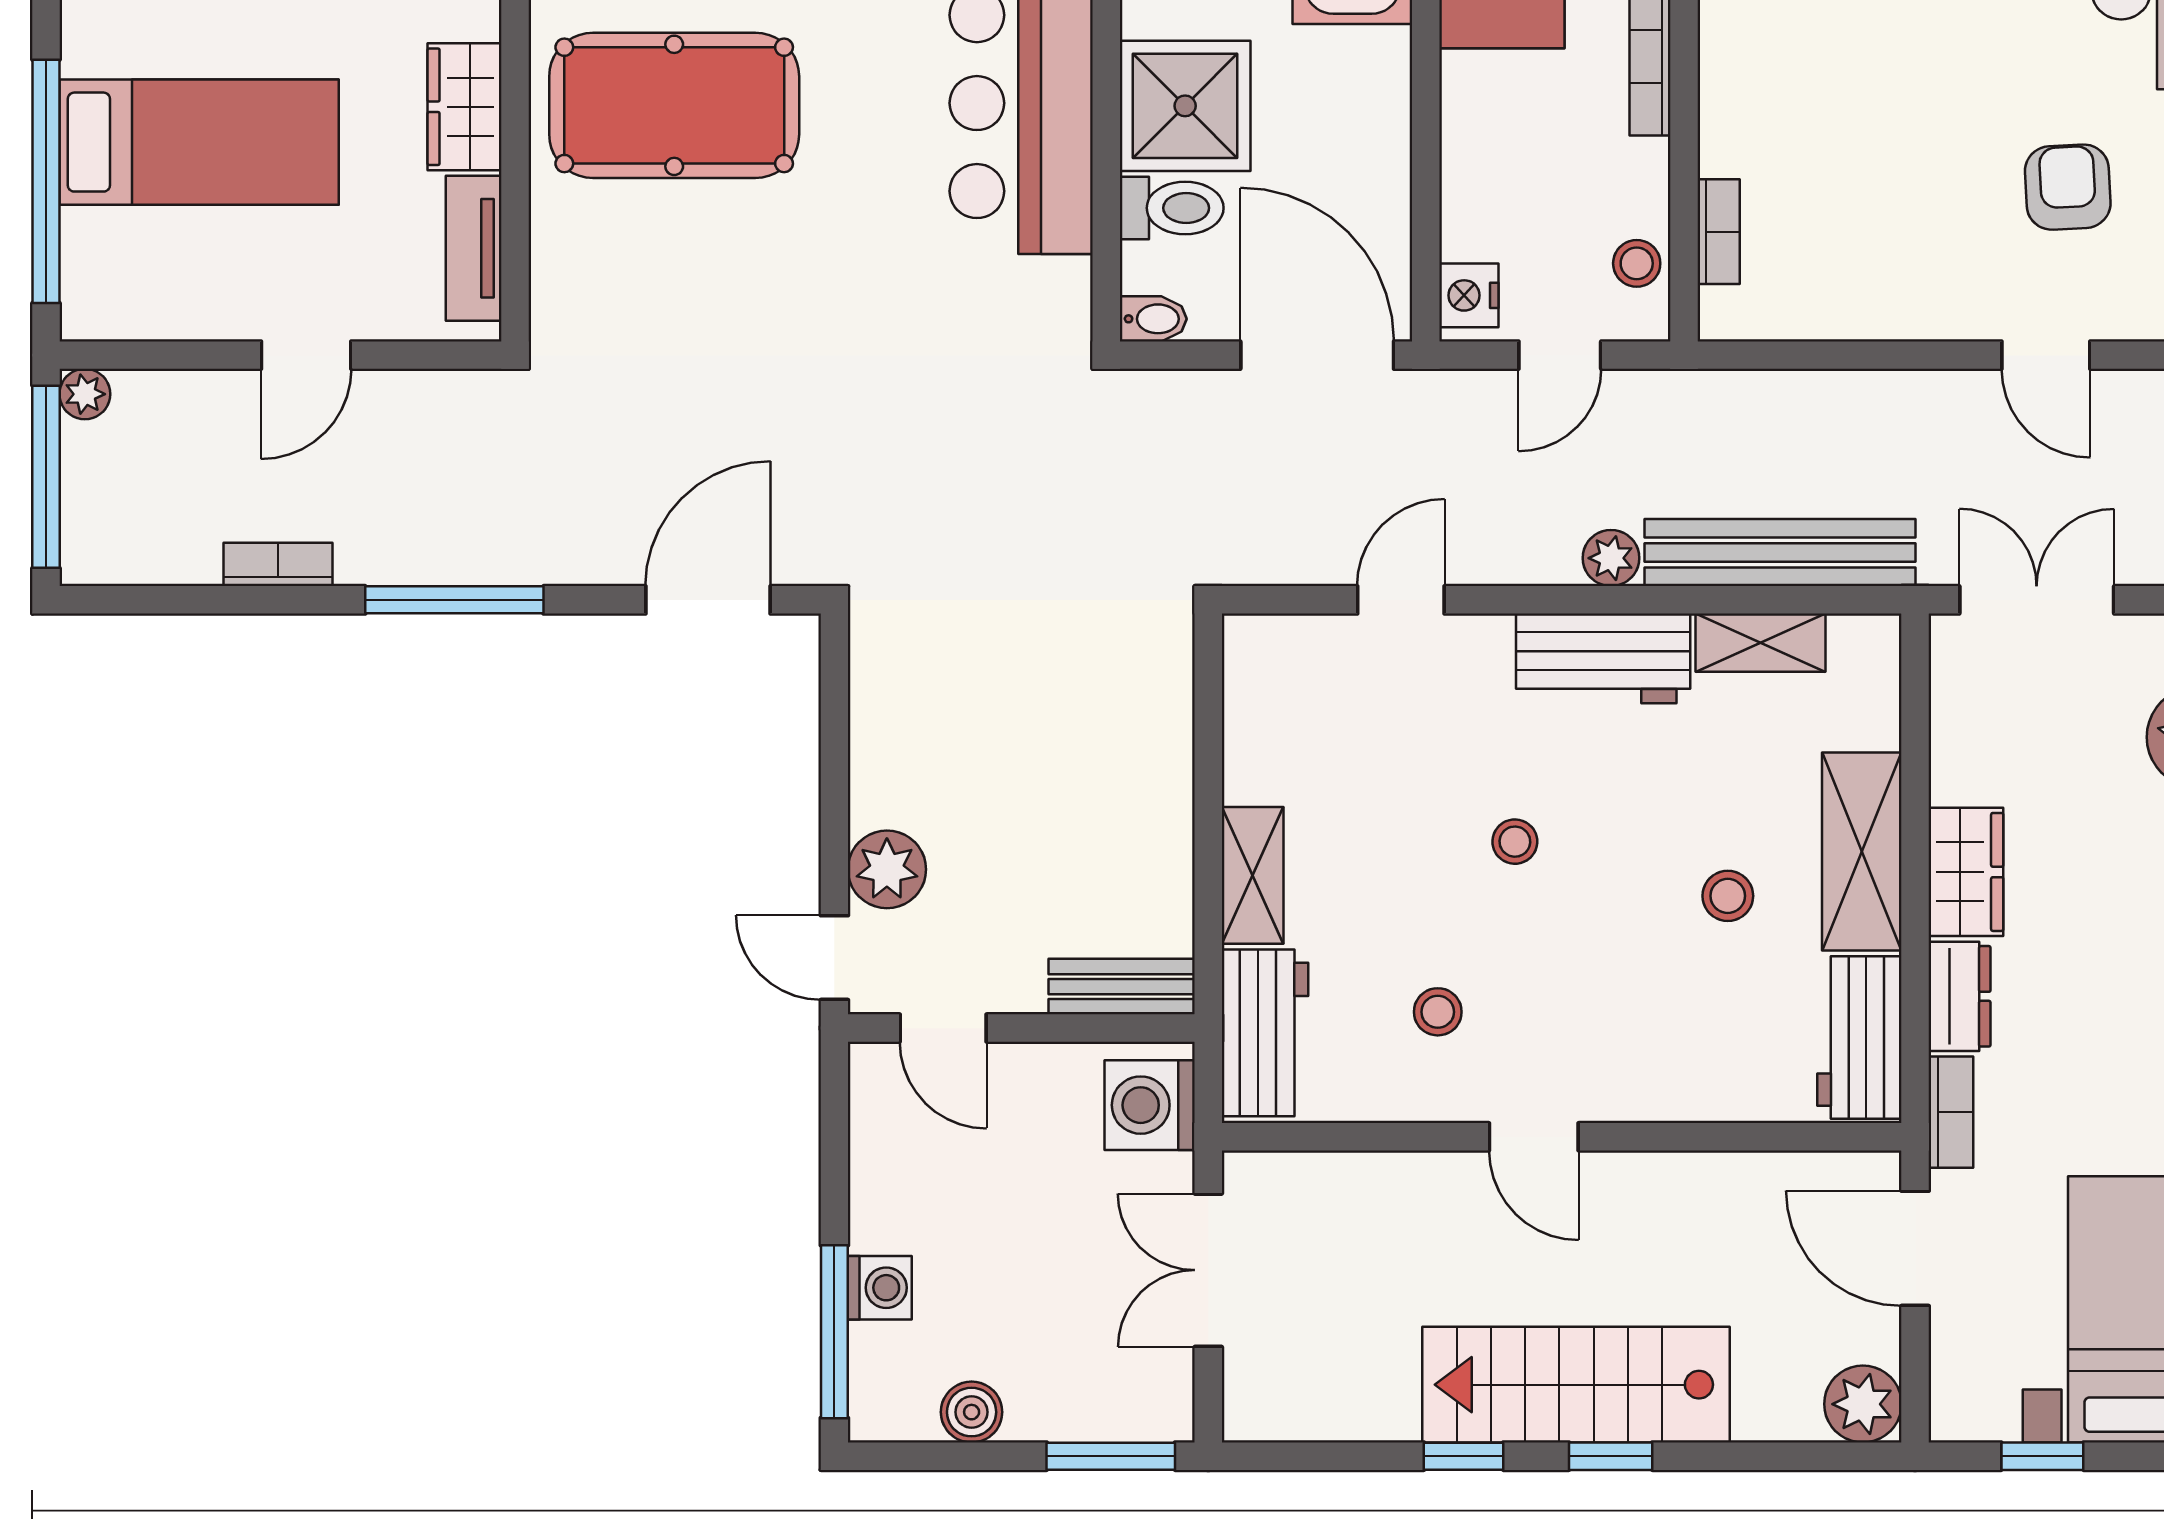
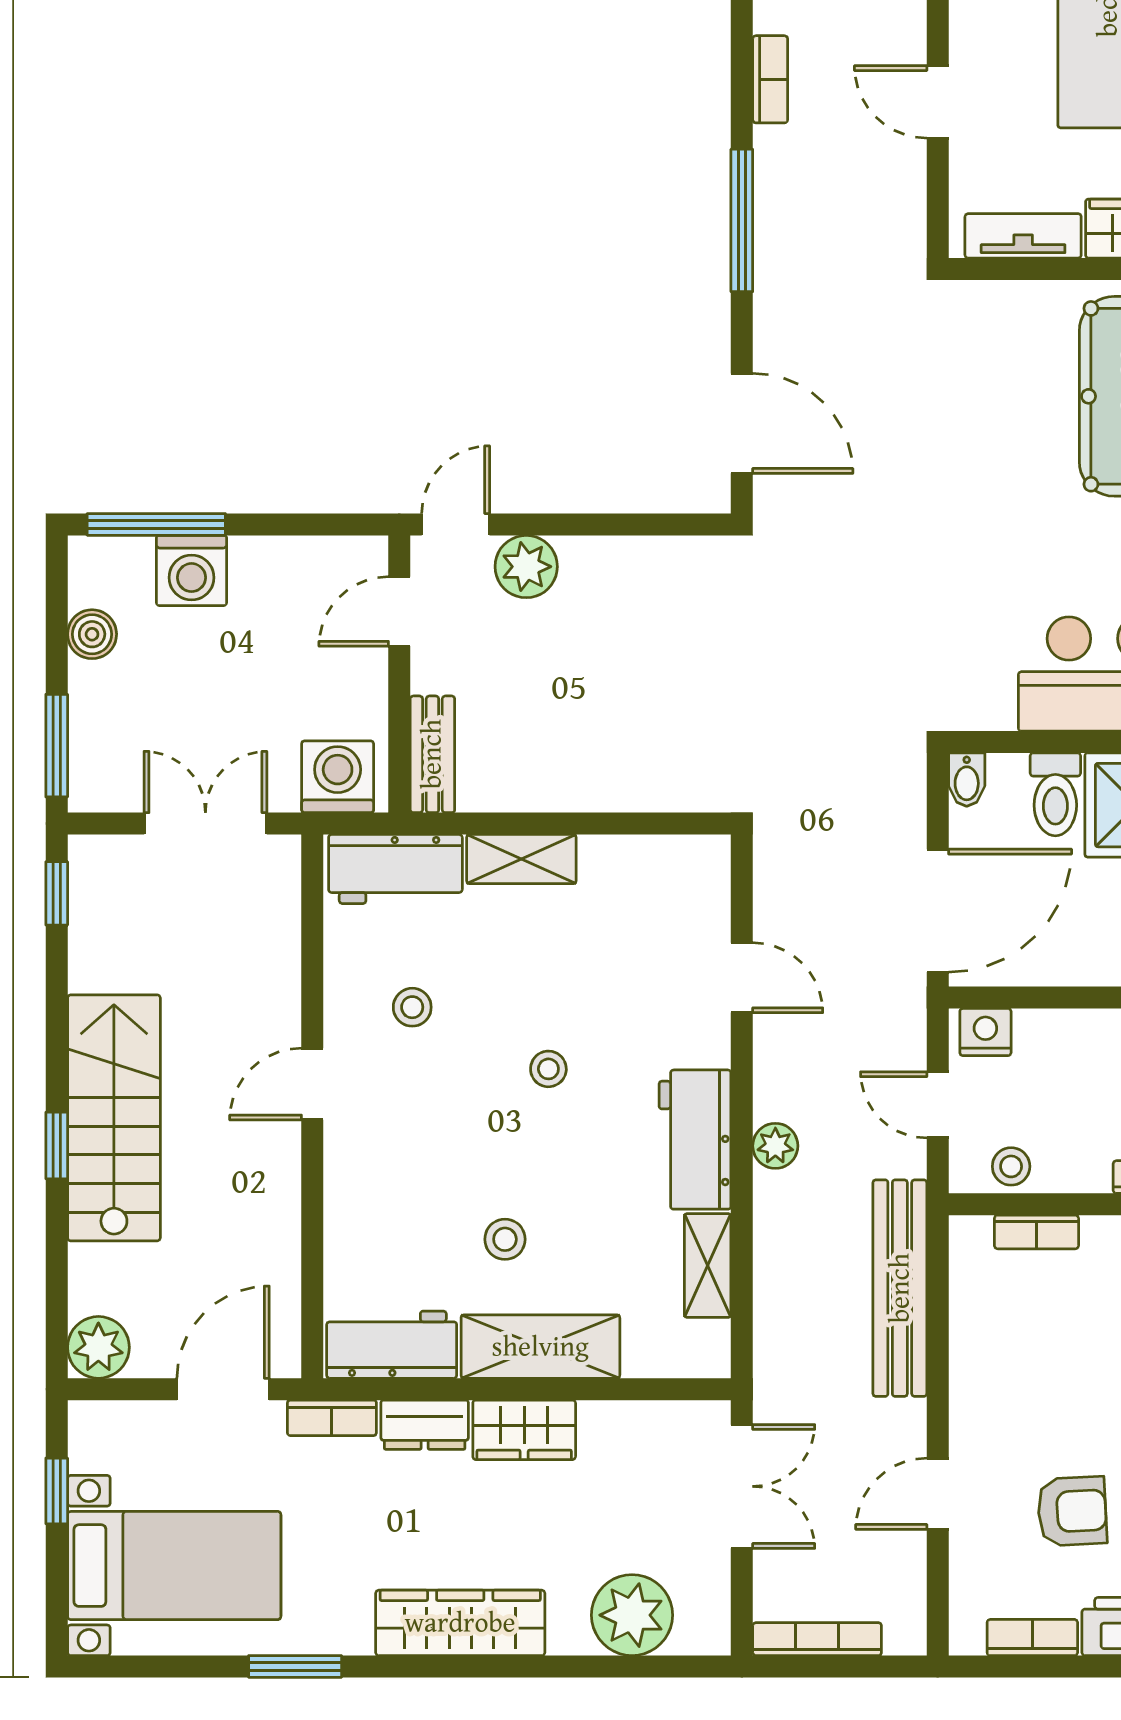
bench: (1780, 553) -> (900, 1288), moved
washing machine: (880, 1288) -> (191, 570), width x1.38, depth x1.38
window: (1464, 1456) -> (57, 893), moved

